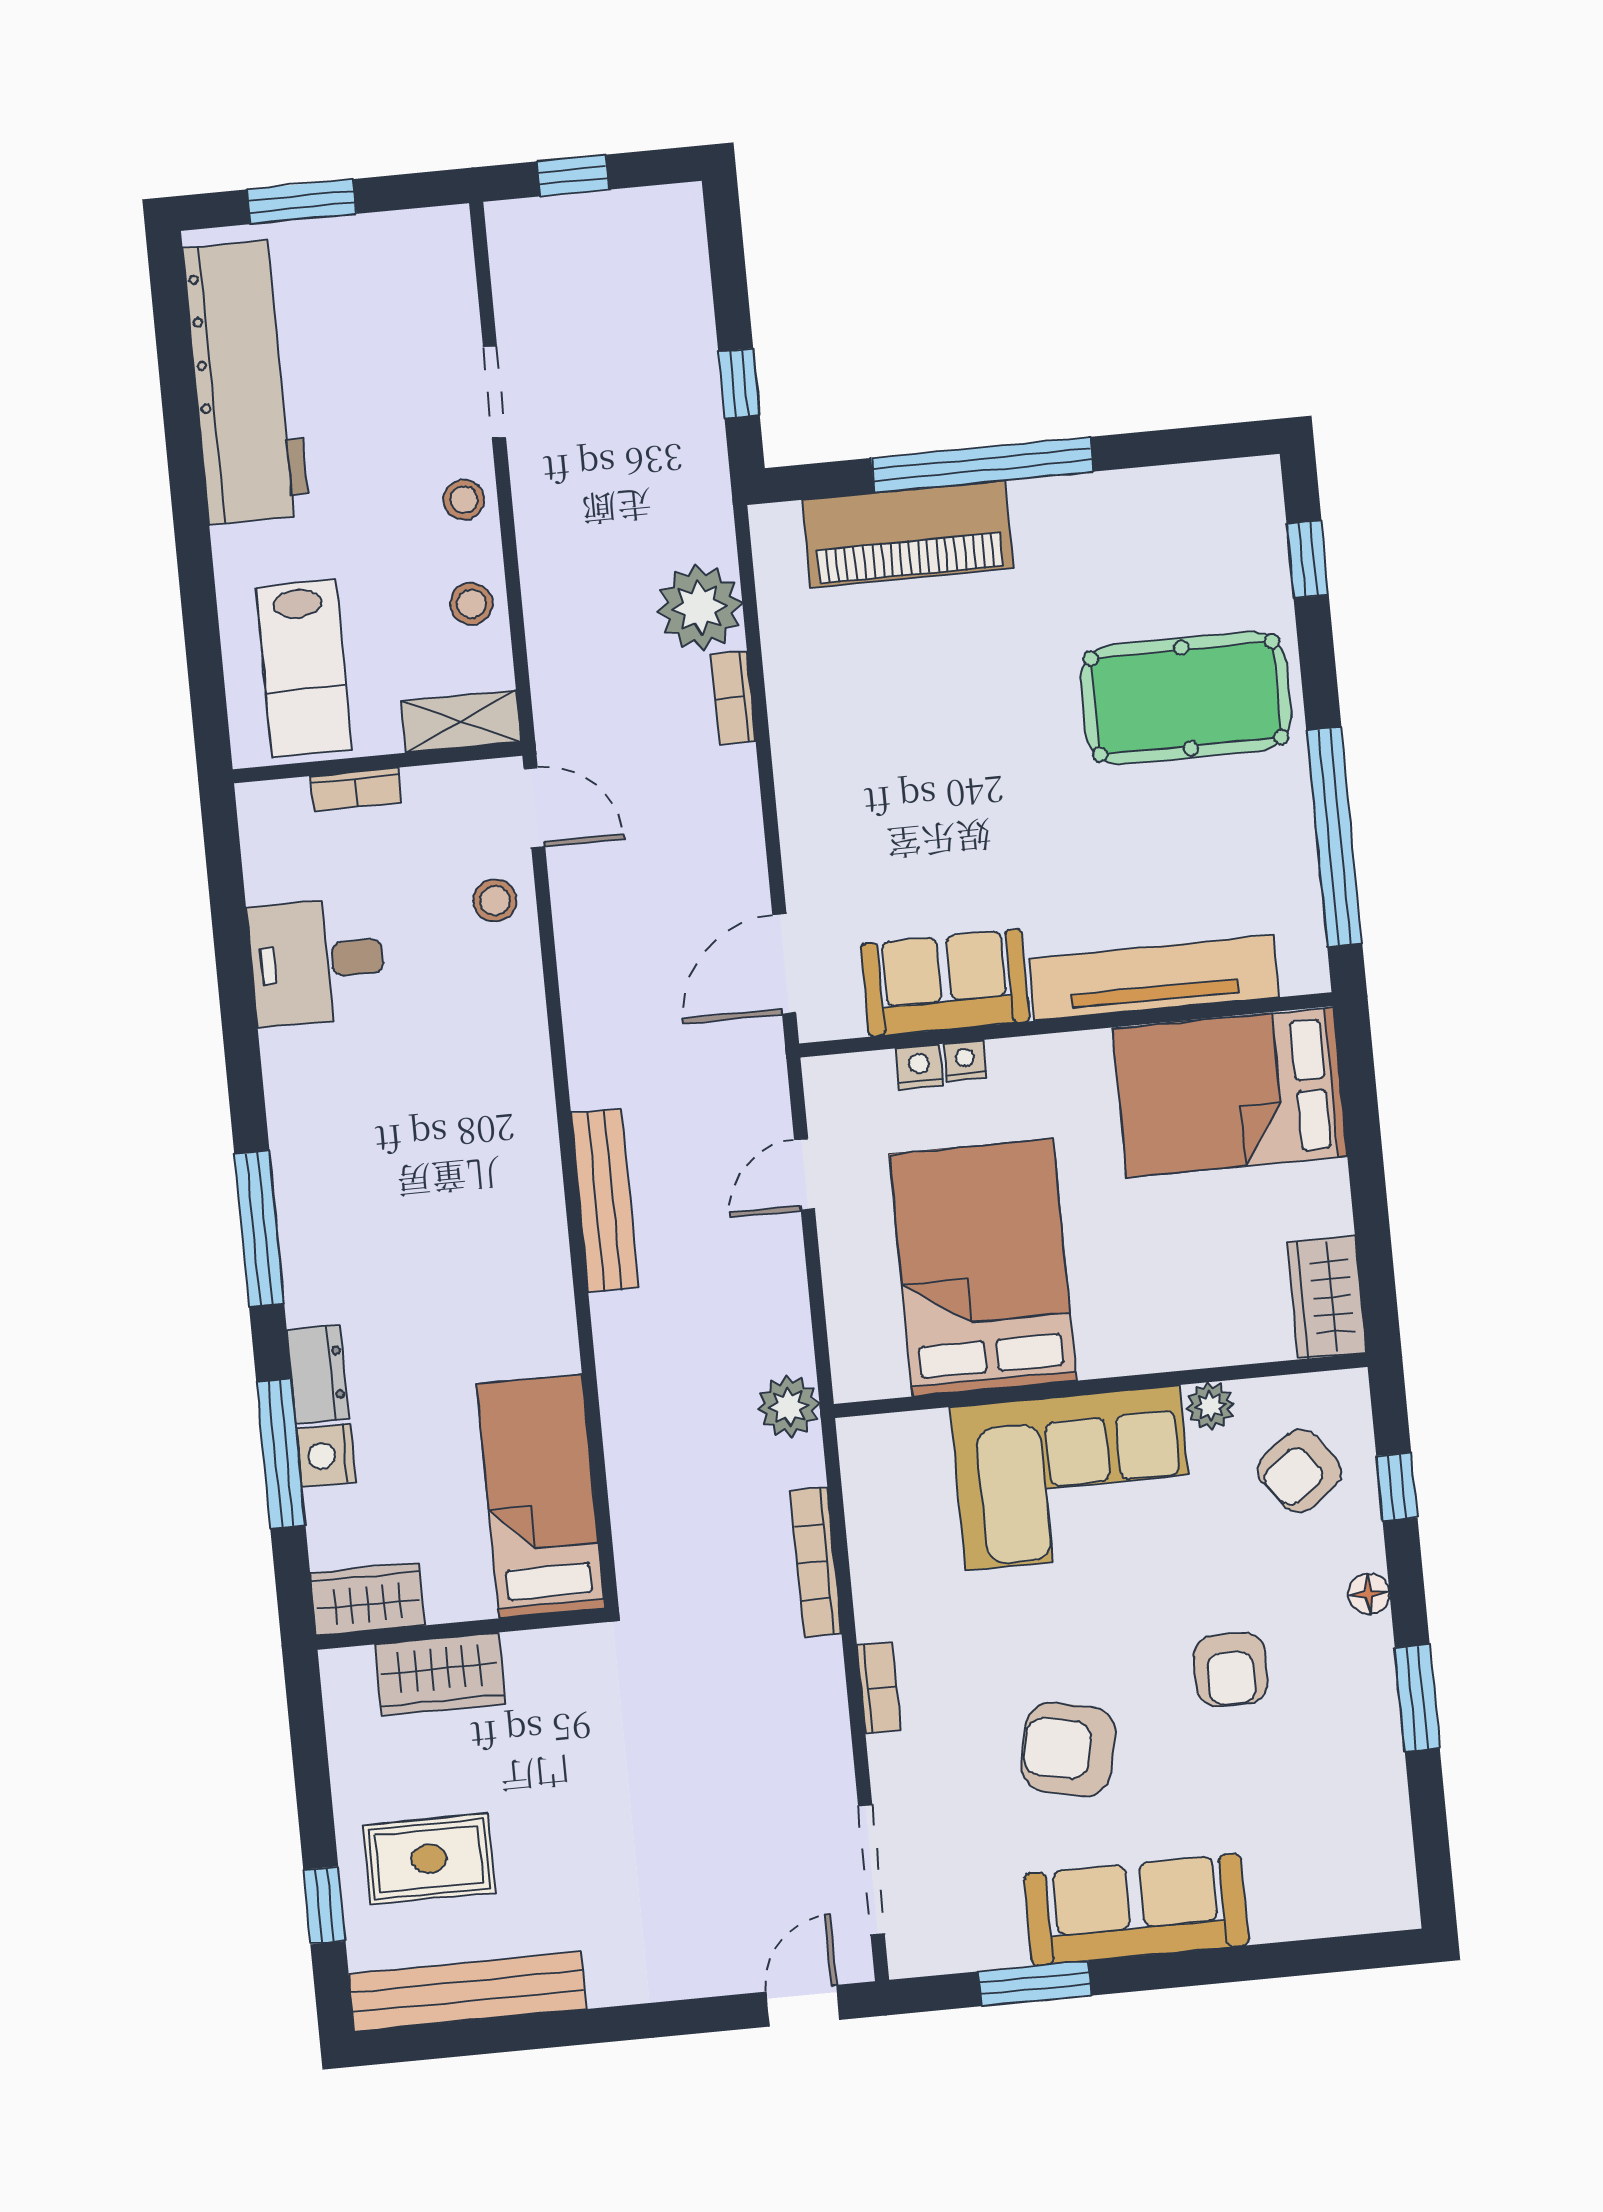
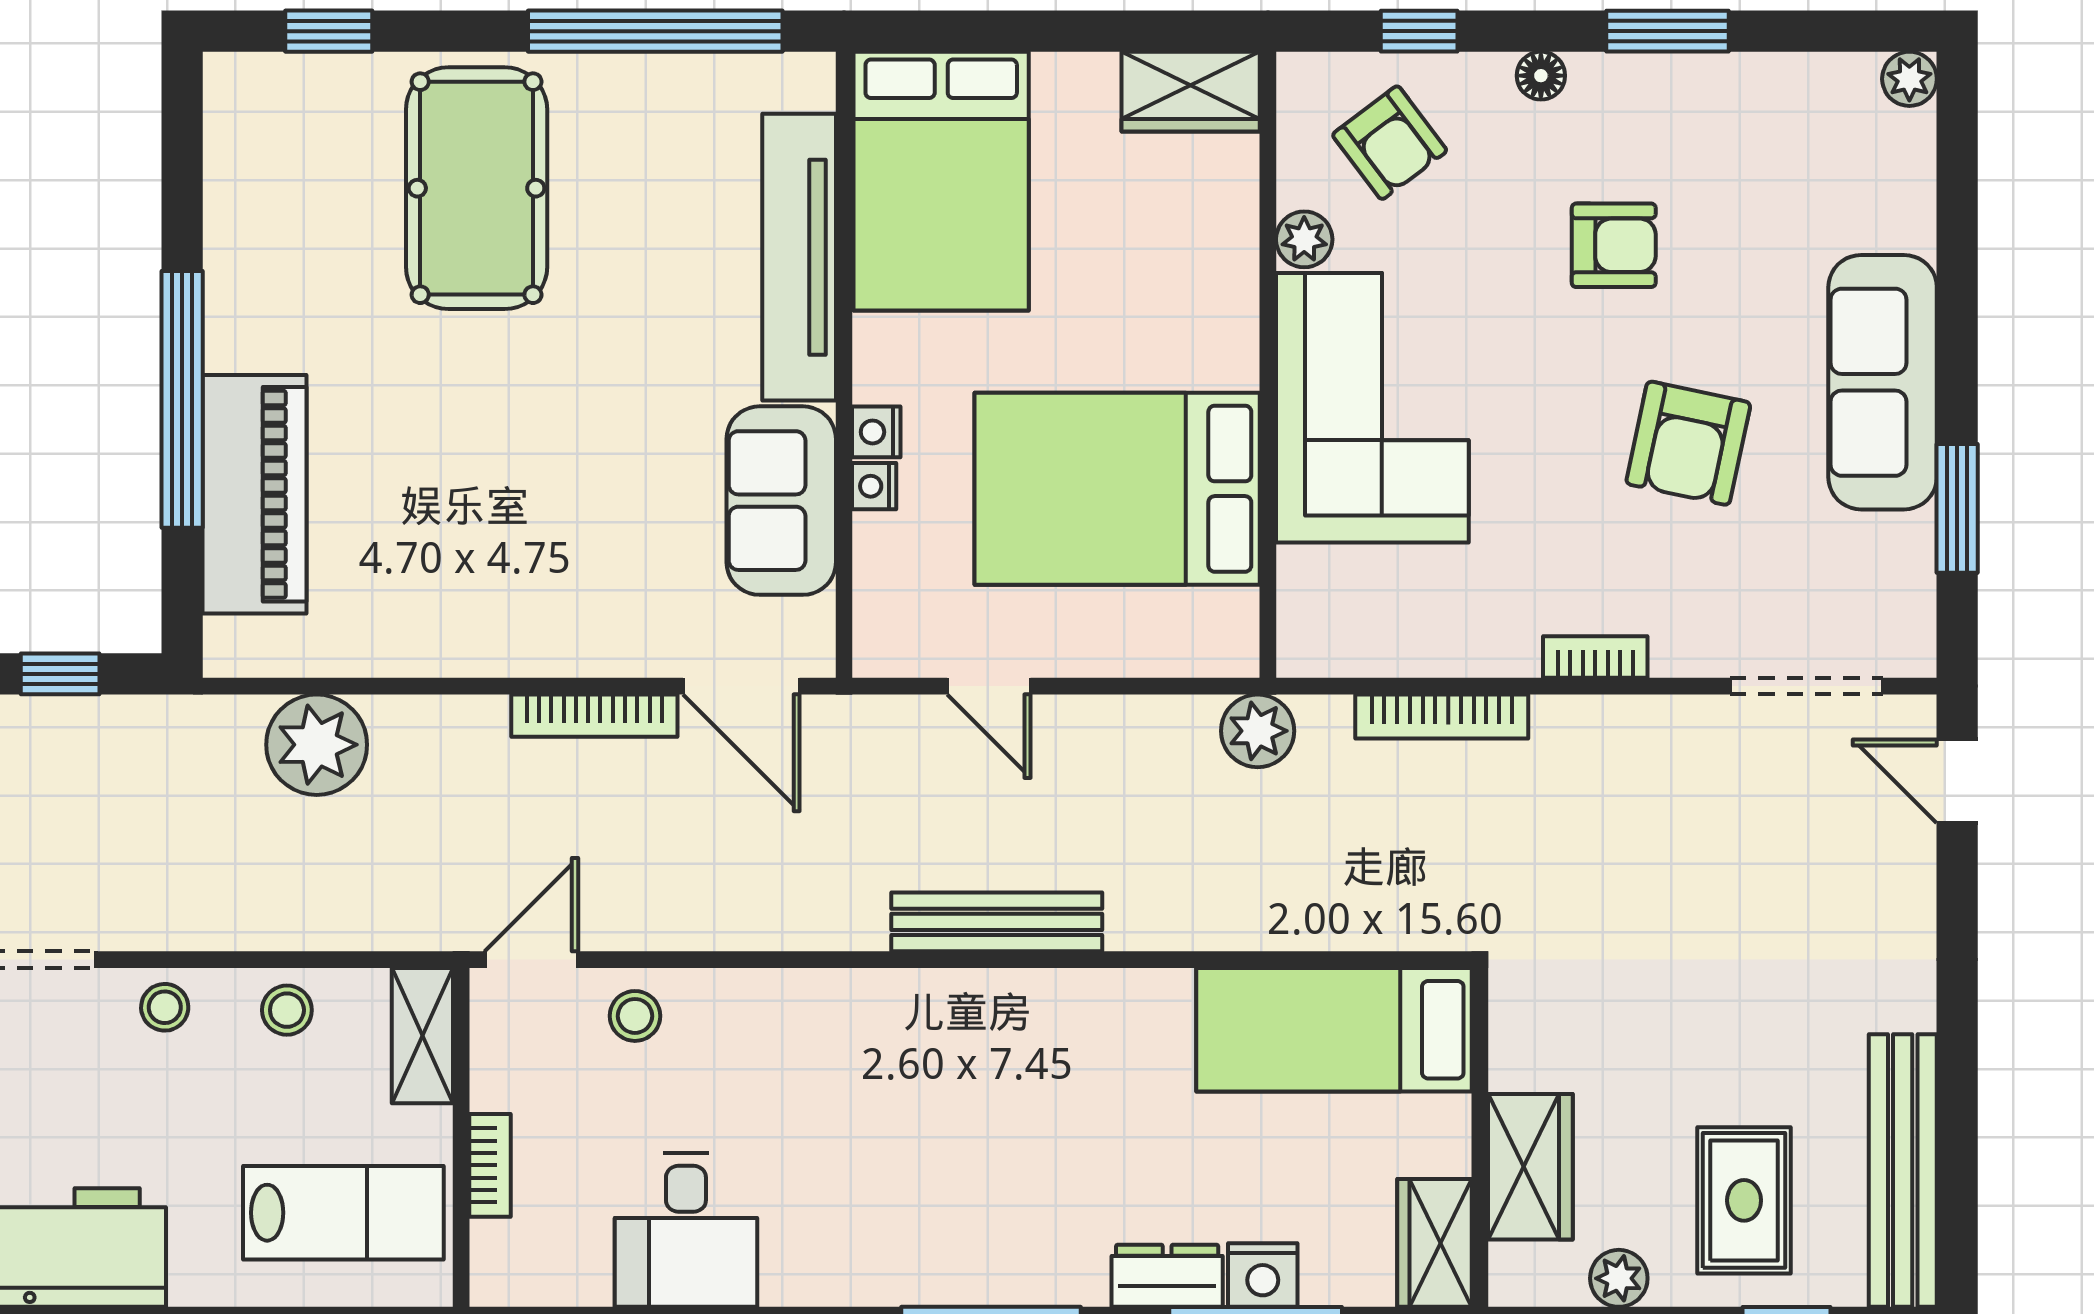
bookcase: (733, 698) -> (594, 716), moved, width x1.56
nightstand: (919, 1067) -> (876, 432), moved
plant: (352, 1759) -> (1619, 1278), added
plant: (1396, 1908) -> (1909, 79), added

